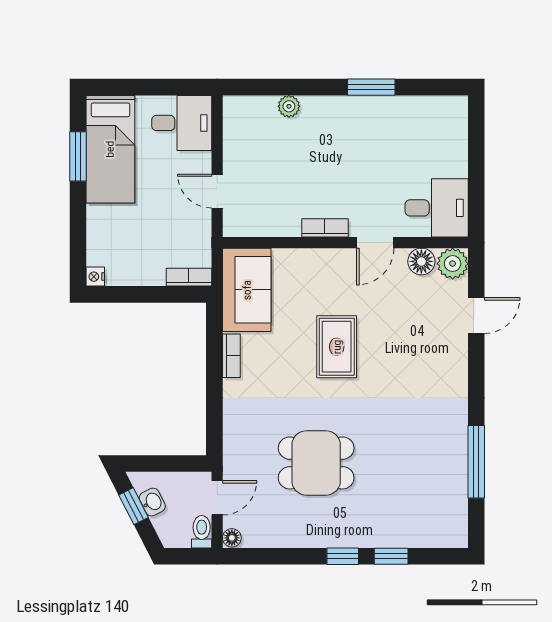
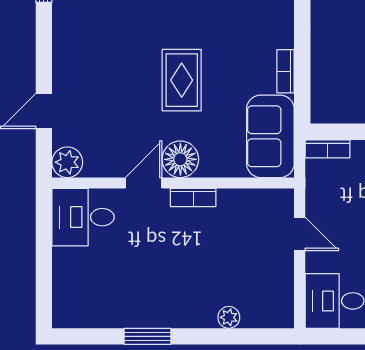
floor lamp: (421, 261) -> (180, 159), moved, width x1.38, depth x1.38

